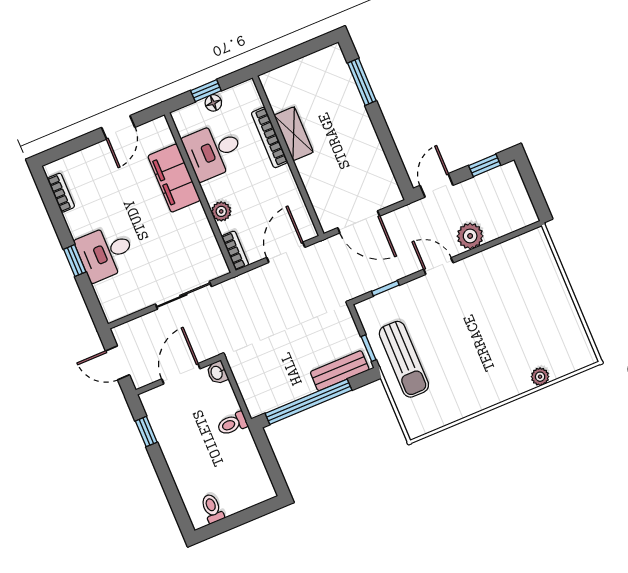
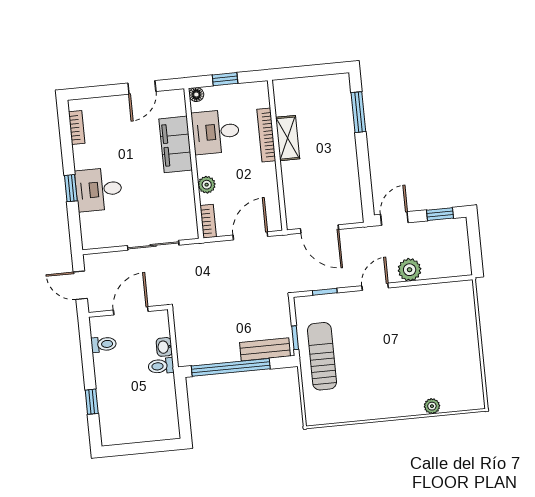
floor lamp: (213, 103) -> (196, 94), moved
door: (438, 266) -> (375, 287), hinge flipped
sun lounger: (404, 359) -> (322, 356), turned 180
washbasin: (217, 373) -> (164, 347), moved
window: (146, 432) -> (92, 402), moved
toilet: (212, 508) -> (104, 344), moved, turned 90

